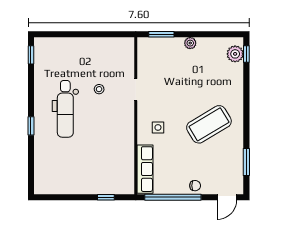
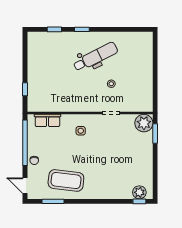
plant: (190, 43) -> (144, 123), moved, width x1.87, depth x1.87
window: (31, 55) -> (54, 29), moved
dental chair: (65, 109) -> (96, 57), turned 153
coffee table: (209, 124) -> (66, 180), moved, turned -52
row of seats: (145, 169) -> (47, 120), width x0.68

